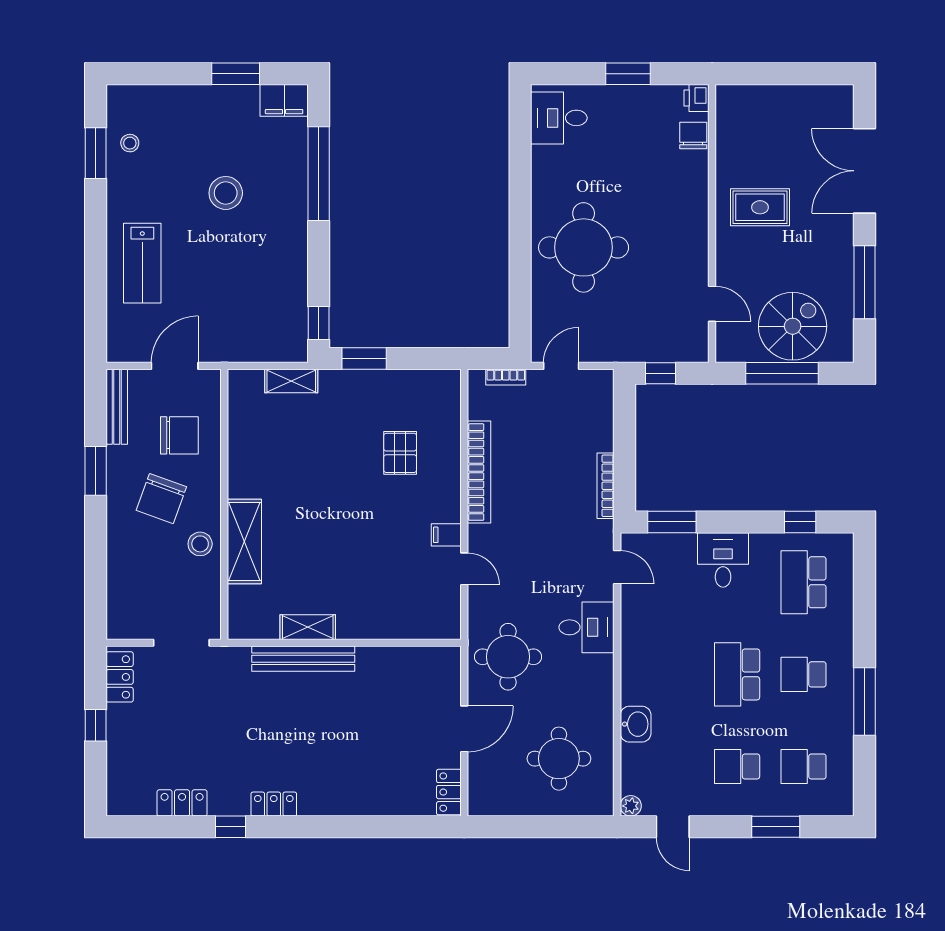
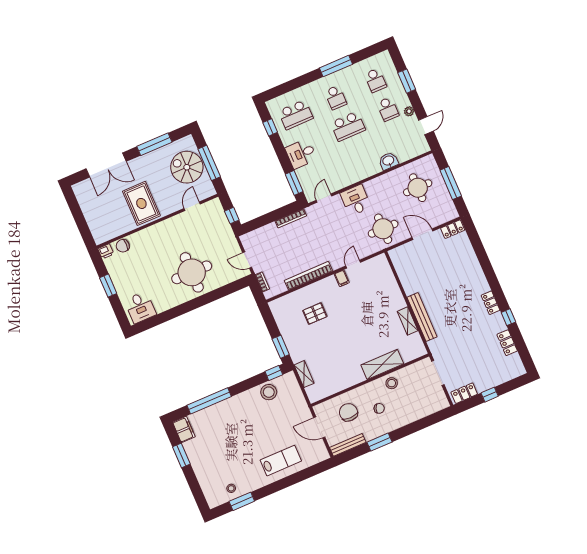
stool: (226, 193) -> (269, 392), moved
rug: (760, 207) -> (141, 203), width x1.36, depth x1.43
chair: (161, 499) -> (379, 408), width x0.54, depth x0.54
plant: (631, 806) -> (409, 111), moved
window: (540, 827) -> (451, 183), added

